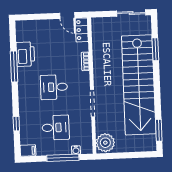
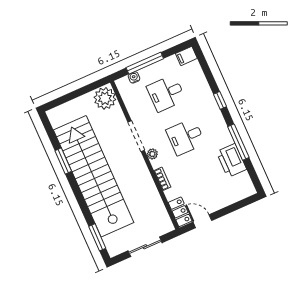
sliding door: (131, 13) -> (145, 247), moved
window: (155, 49) -> (97, 237), moved
plant: (85, 84) -> (152, 154), added
desk: (54, 87) -> (186, 137), turned 180
window: (16, 124) -> (220, 100), moved
window: (159, 130) -> (63, 161), moved

